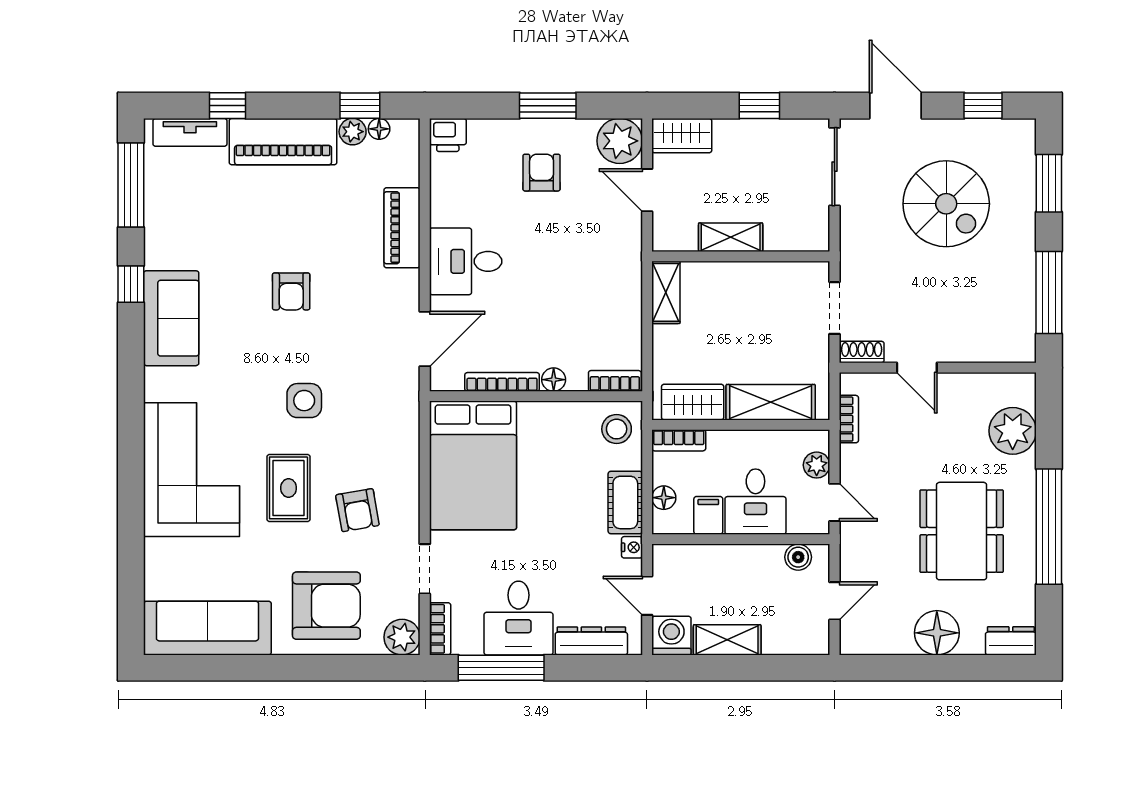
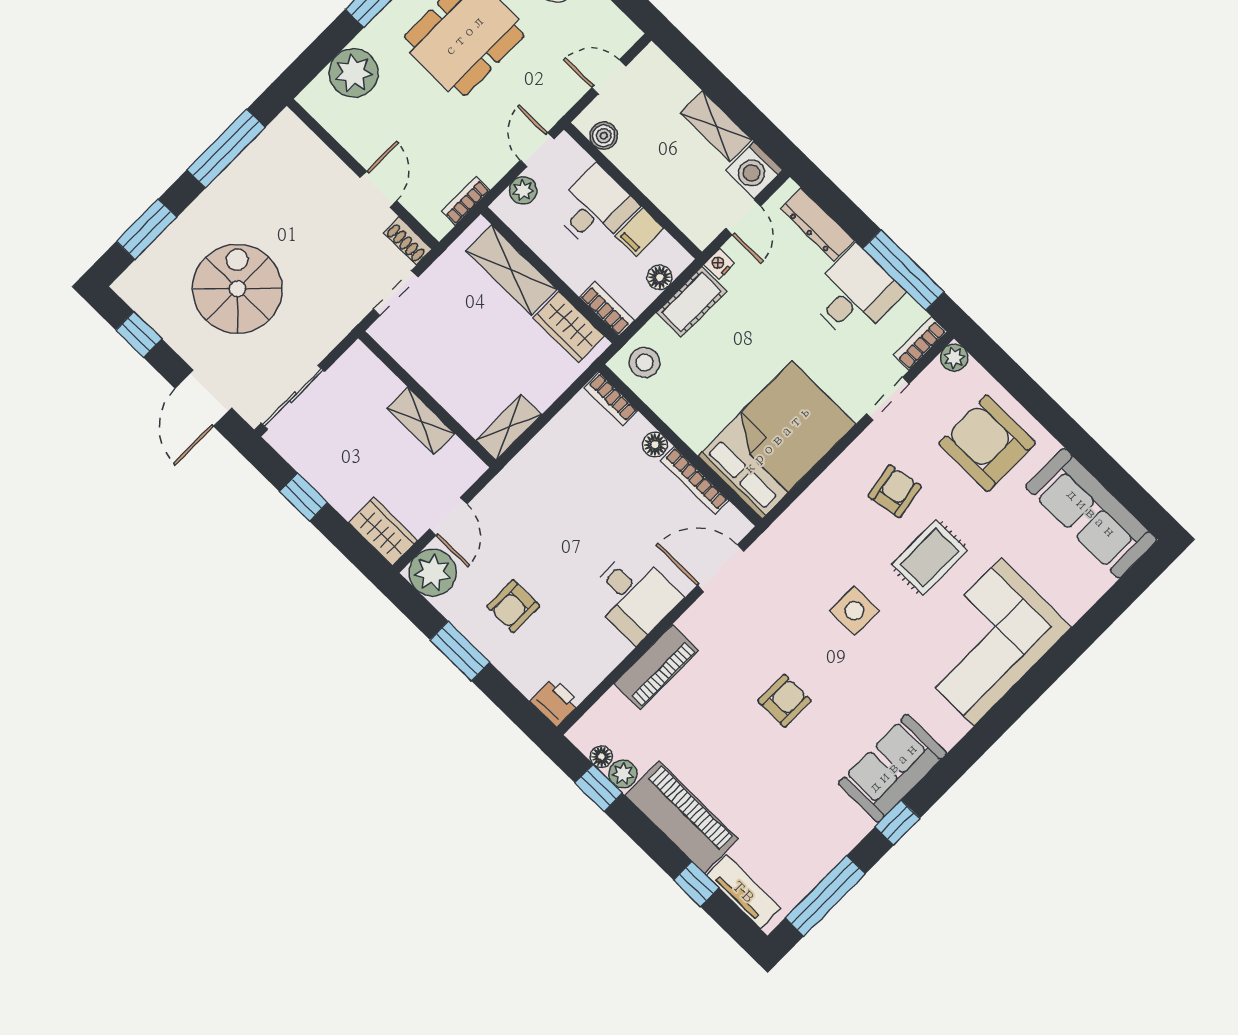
plant: (402, 637) -> (954, 358), width x0.73, depth x0.73

